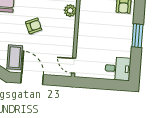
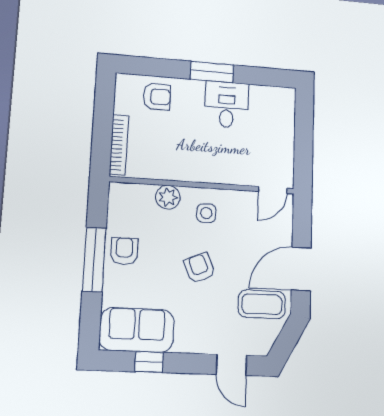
side table: (62, 30) -> (206, 213), added
desk: (118, 69) -> (227, 105), moved

